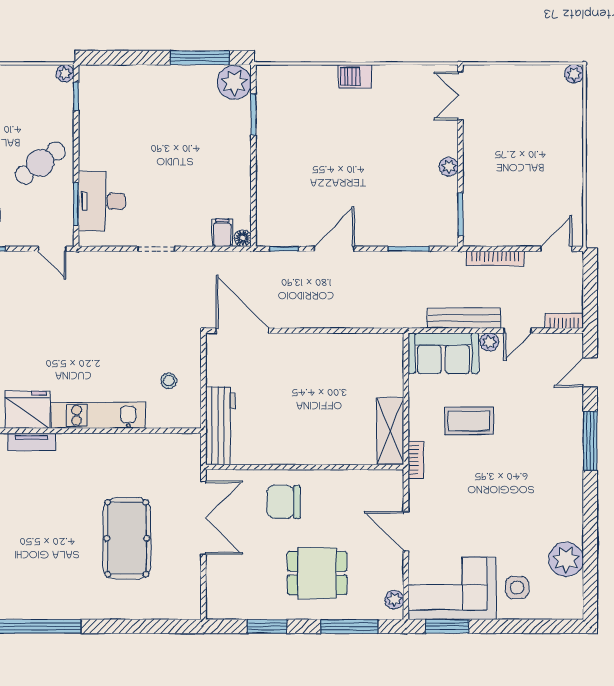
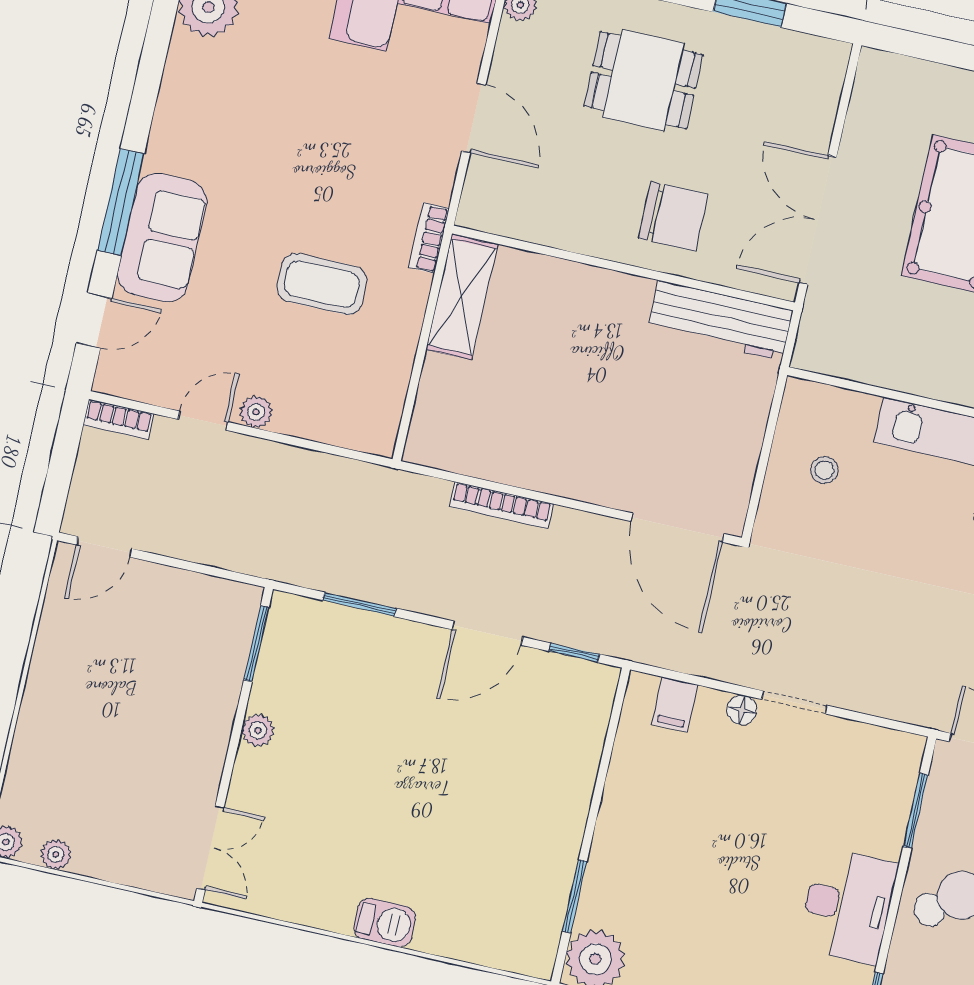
plant: (545, 73) -> (56, 854), added
desk: (102, 201) -> (848, 906), moved
floor lamp: (243, 238) -> (742, 710), moved
bookcase: (495, 258) -> (501, 505), moved, turned 180
bench: (464, 318) -> (291, 463), removed
sofa: (443, 353) -> (162, 238), moved, turned 90
workbench: (220, 426) -> (720, 320), moved, turned -90

